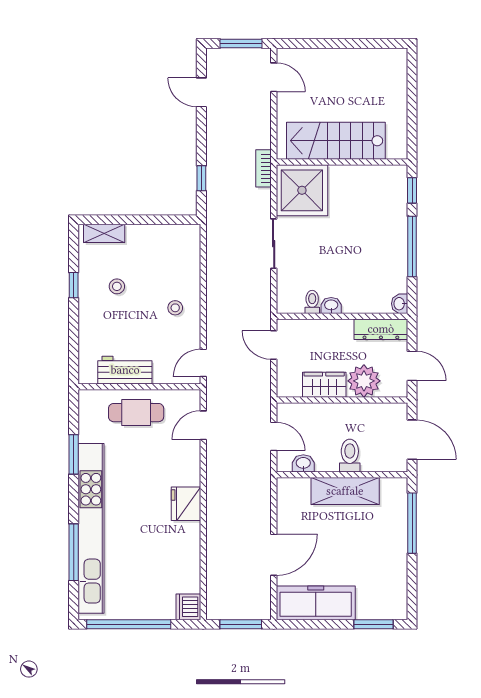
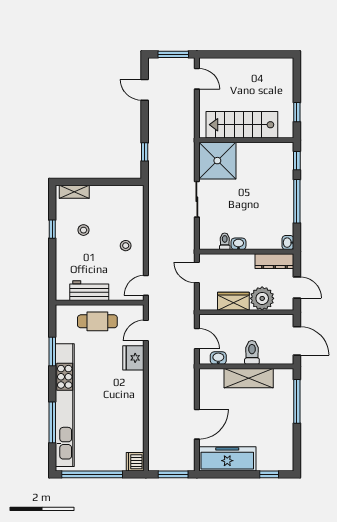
window: (412, 123) -> (297, 112), added
bookcase: (263, 168) -> (190, 145), removed
fridge: (186, 504) -> (133, 358), moved
window: (373, 624) -> (269, 474), width x0.67

